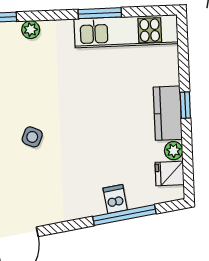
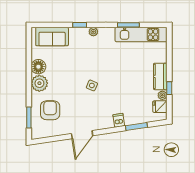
window: (185, 105) -> (169, 88), moved
dishwasher: (115, 199) -> (119, 120), moved
window: (124, 215) -> (136, 127), width x0.69

